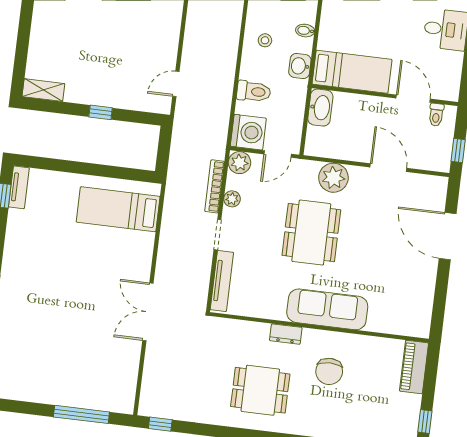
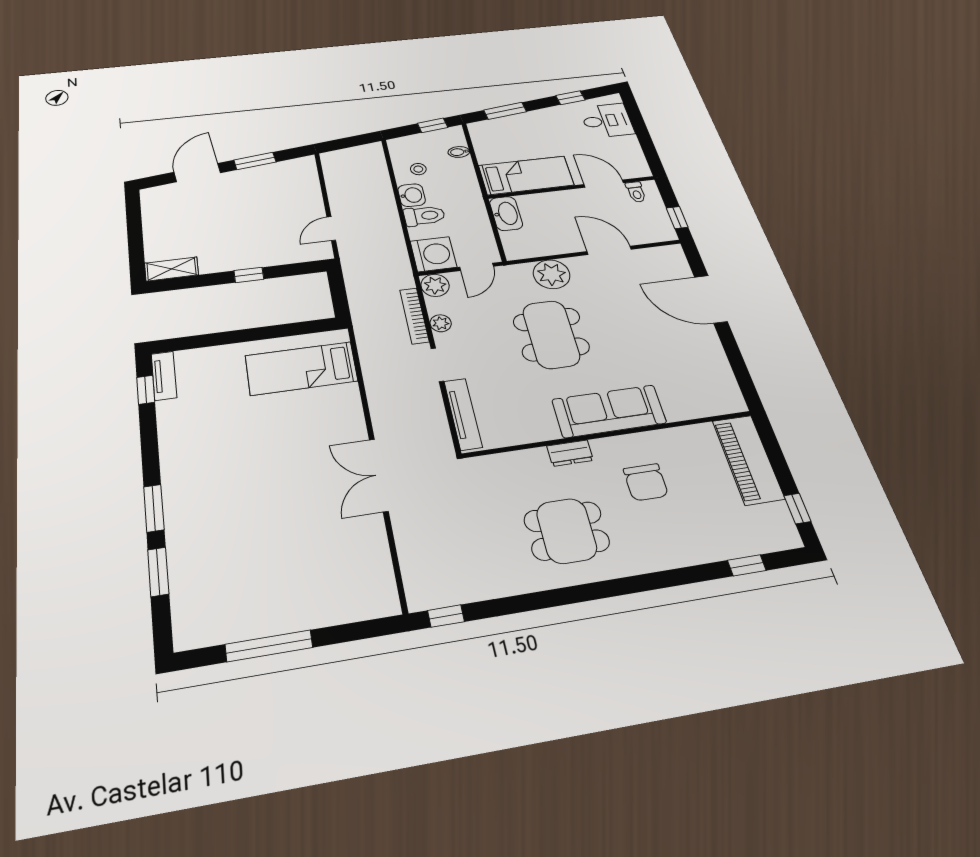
washbasin: (300, 66) -> (412, 195), moved, turned 180
piano: (414, 367) -> (748, 460), width x1.37, depth x1.33
window: (81, 414) -> (269, 646), moved

